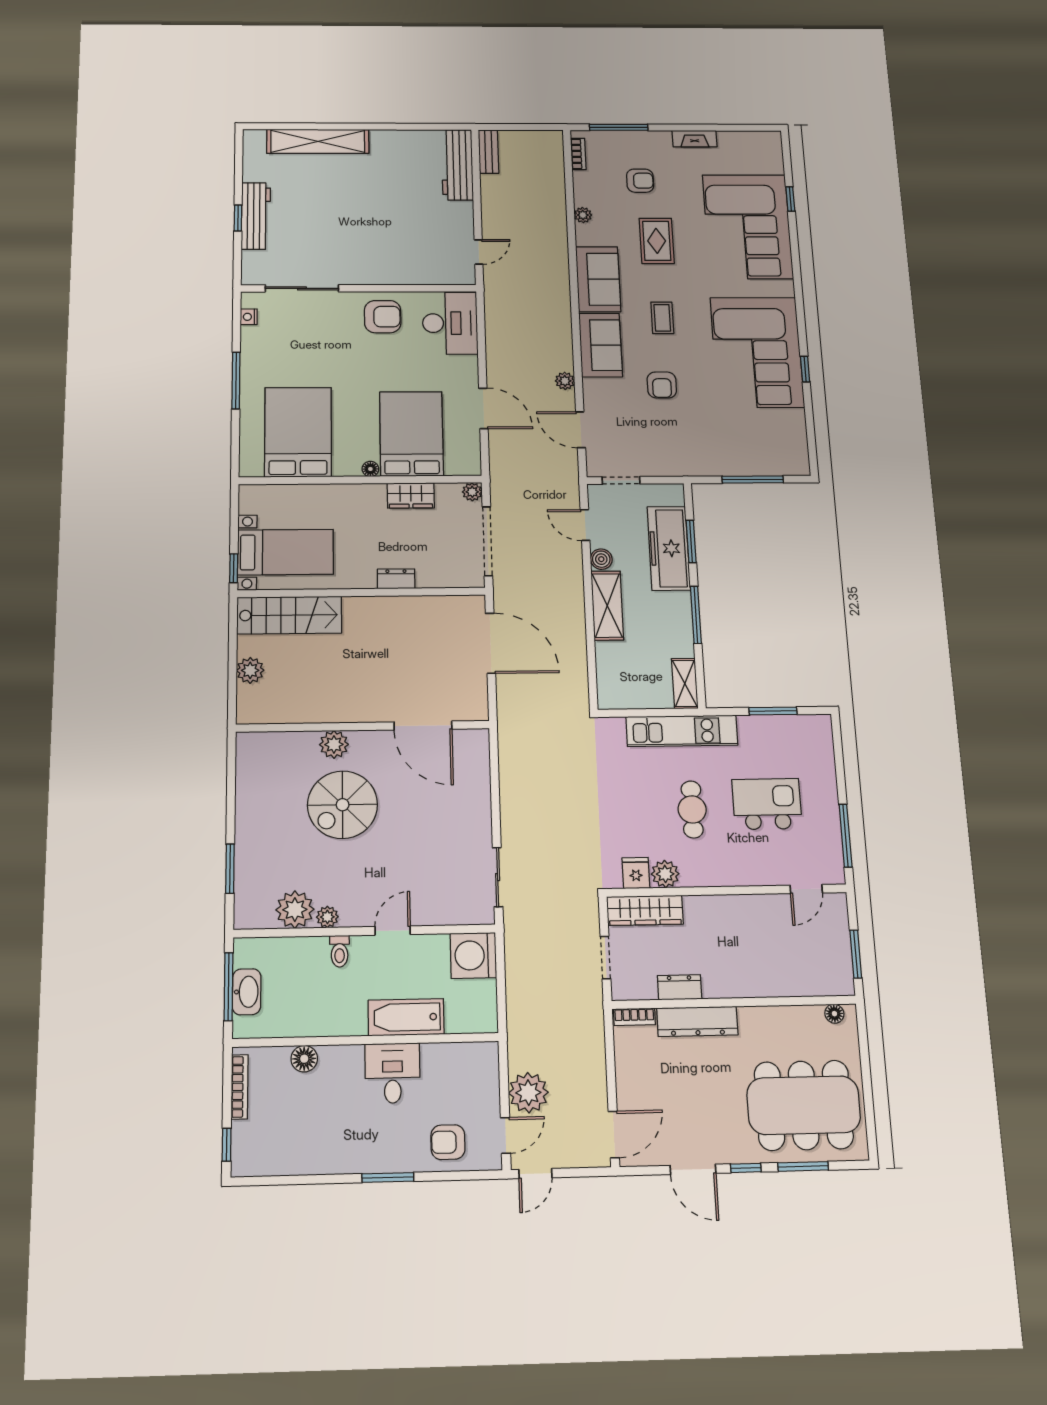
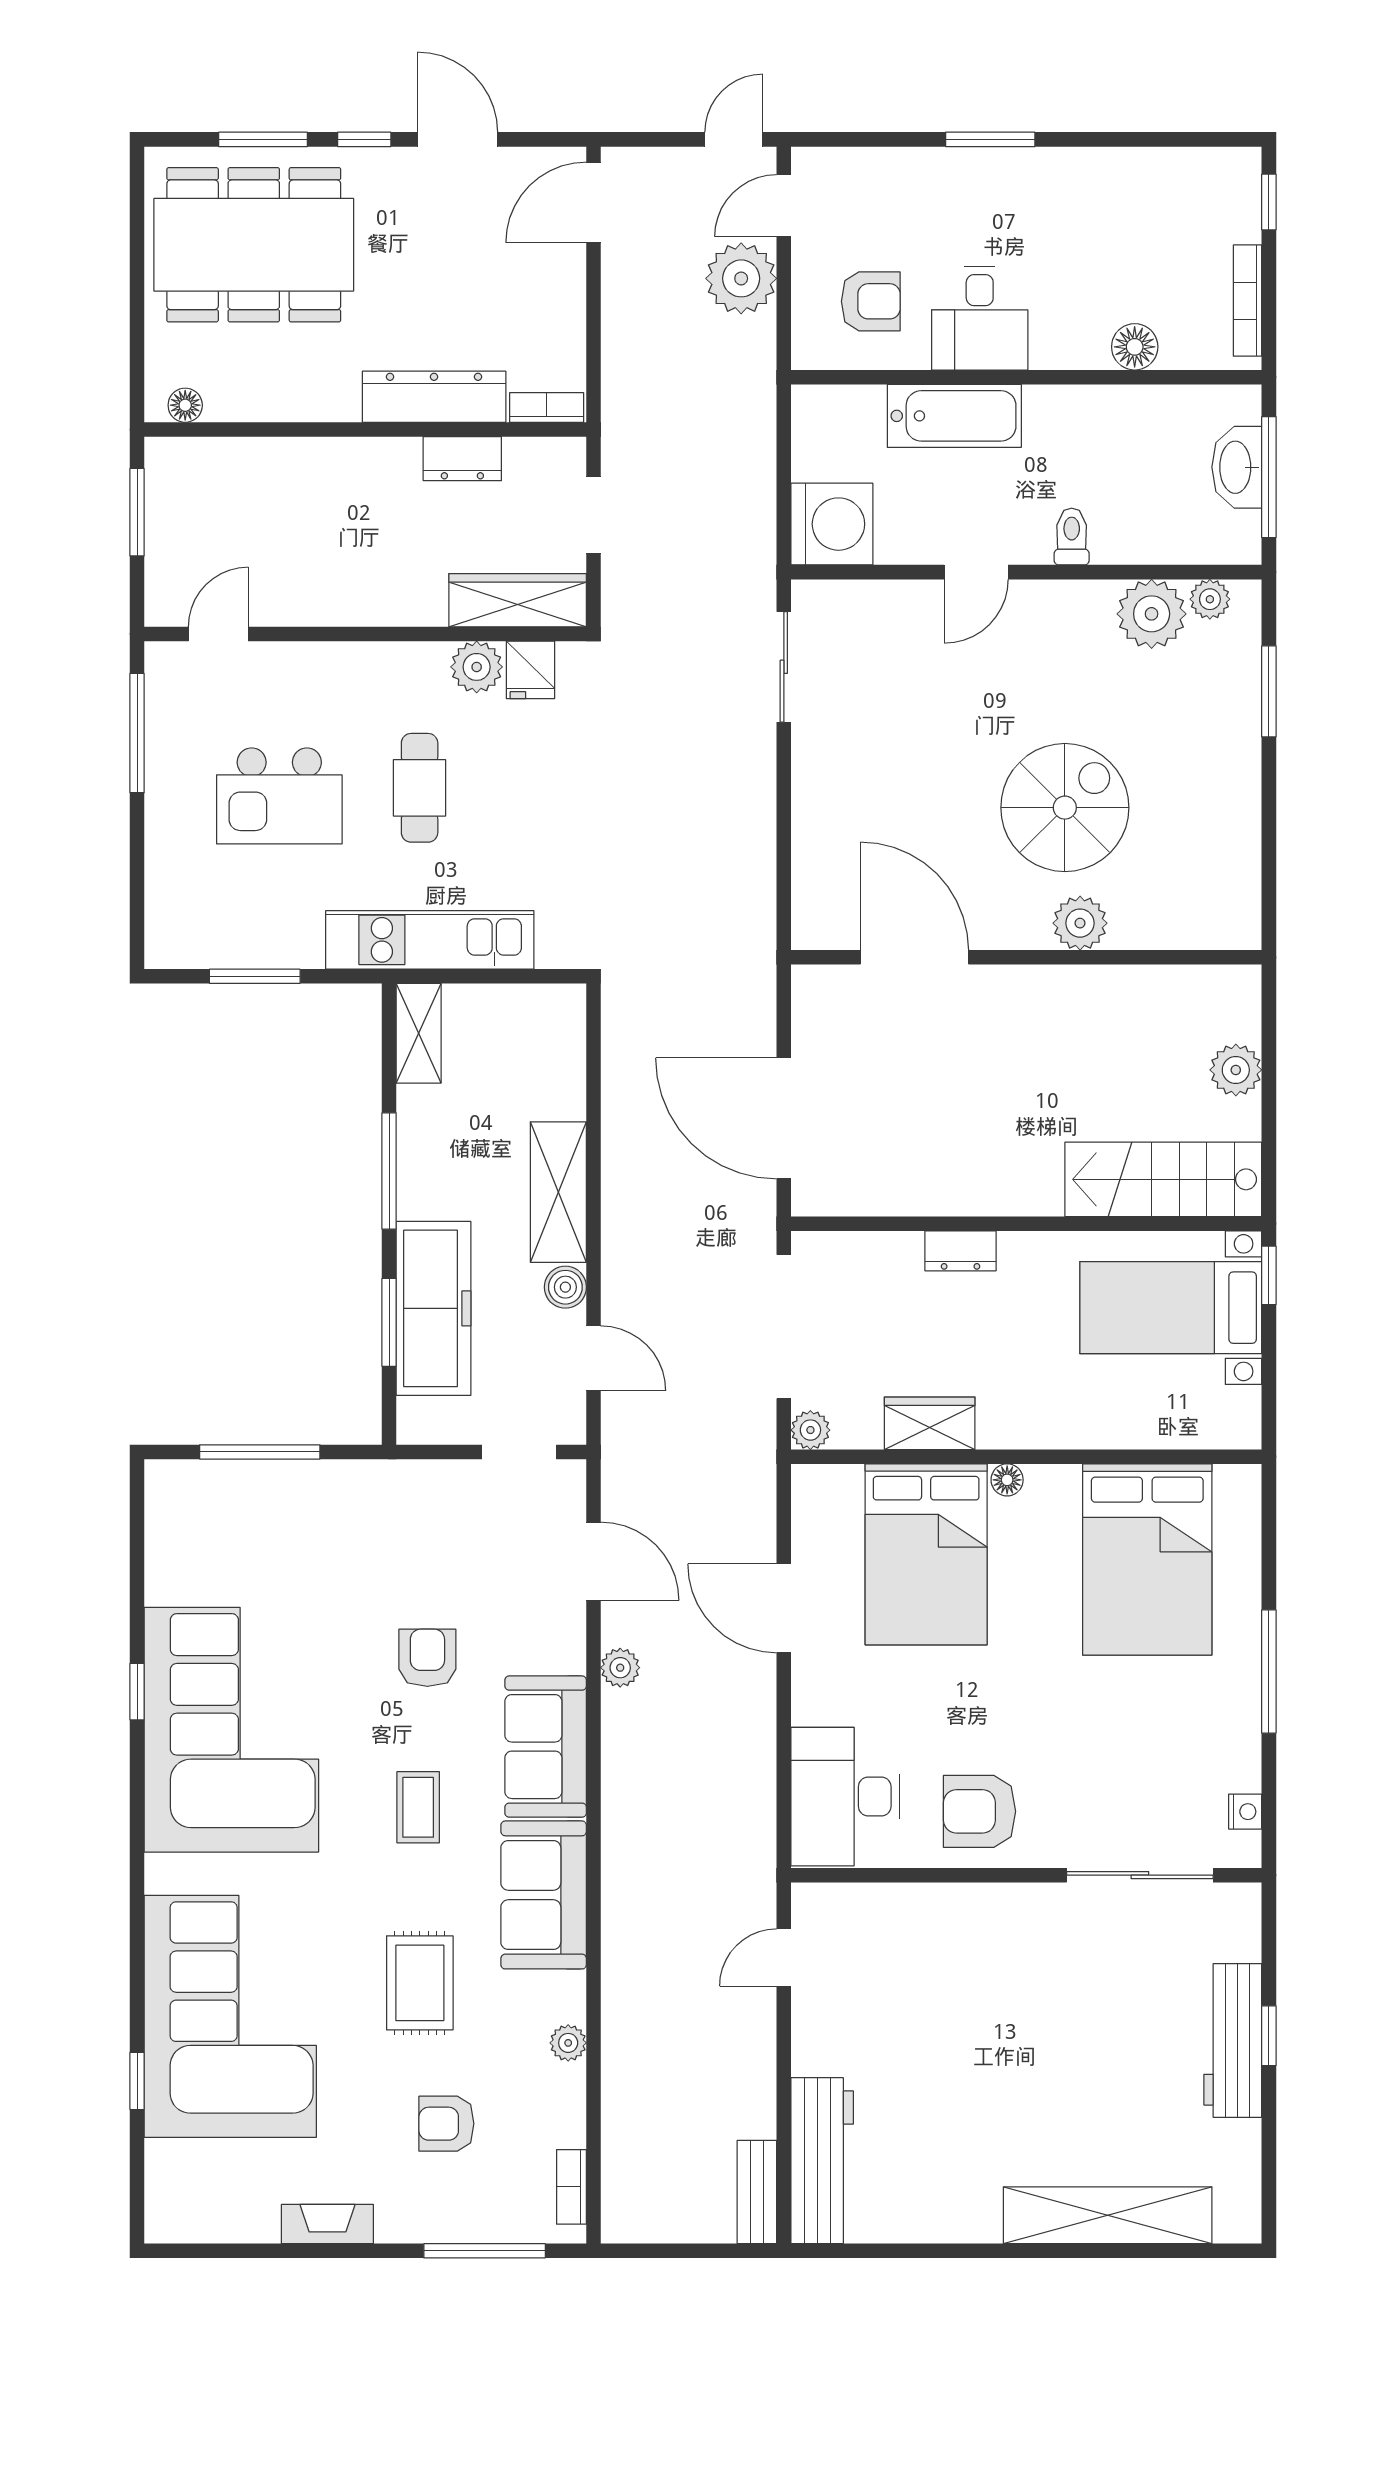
plant: (327, 917) -> (1210, 599), moved
armchair: (448, 1142) -> (871, 301), moved

